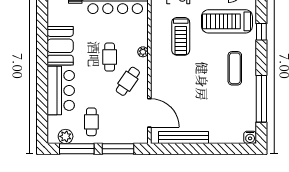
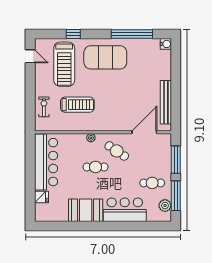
exercise mat: (235, 68) -> (105, 57), width x2.00, depth x1.45

